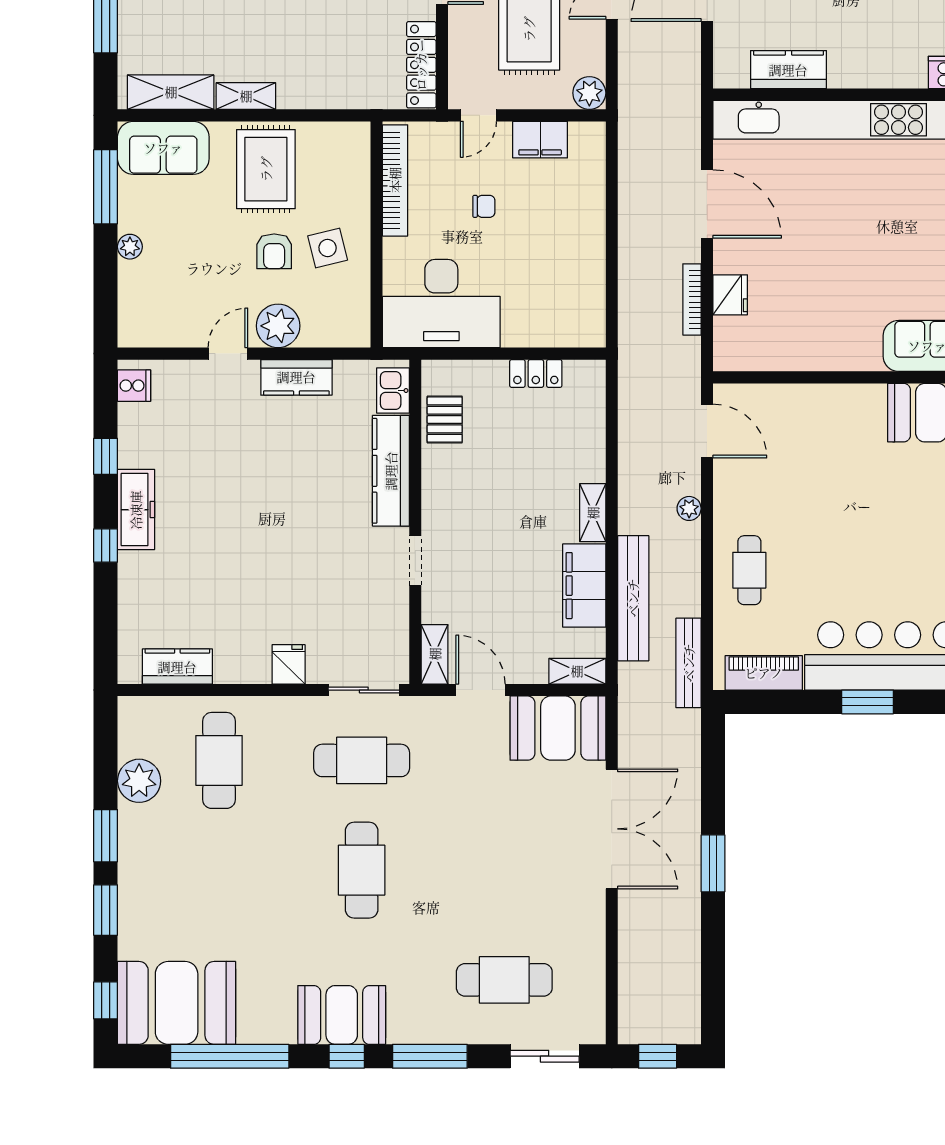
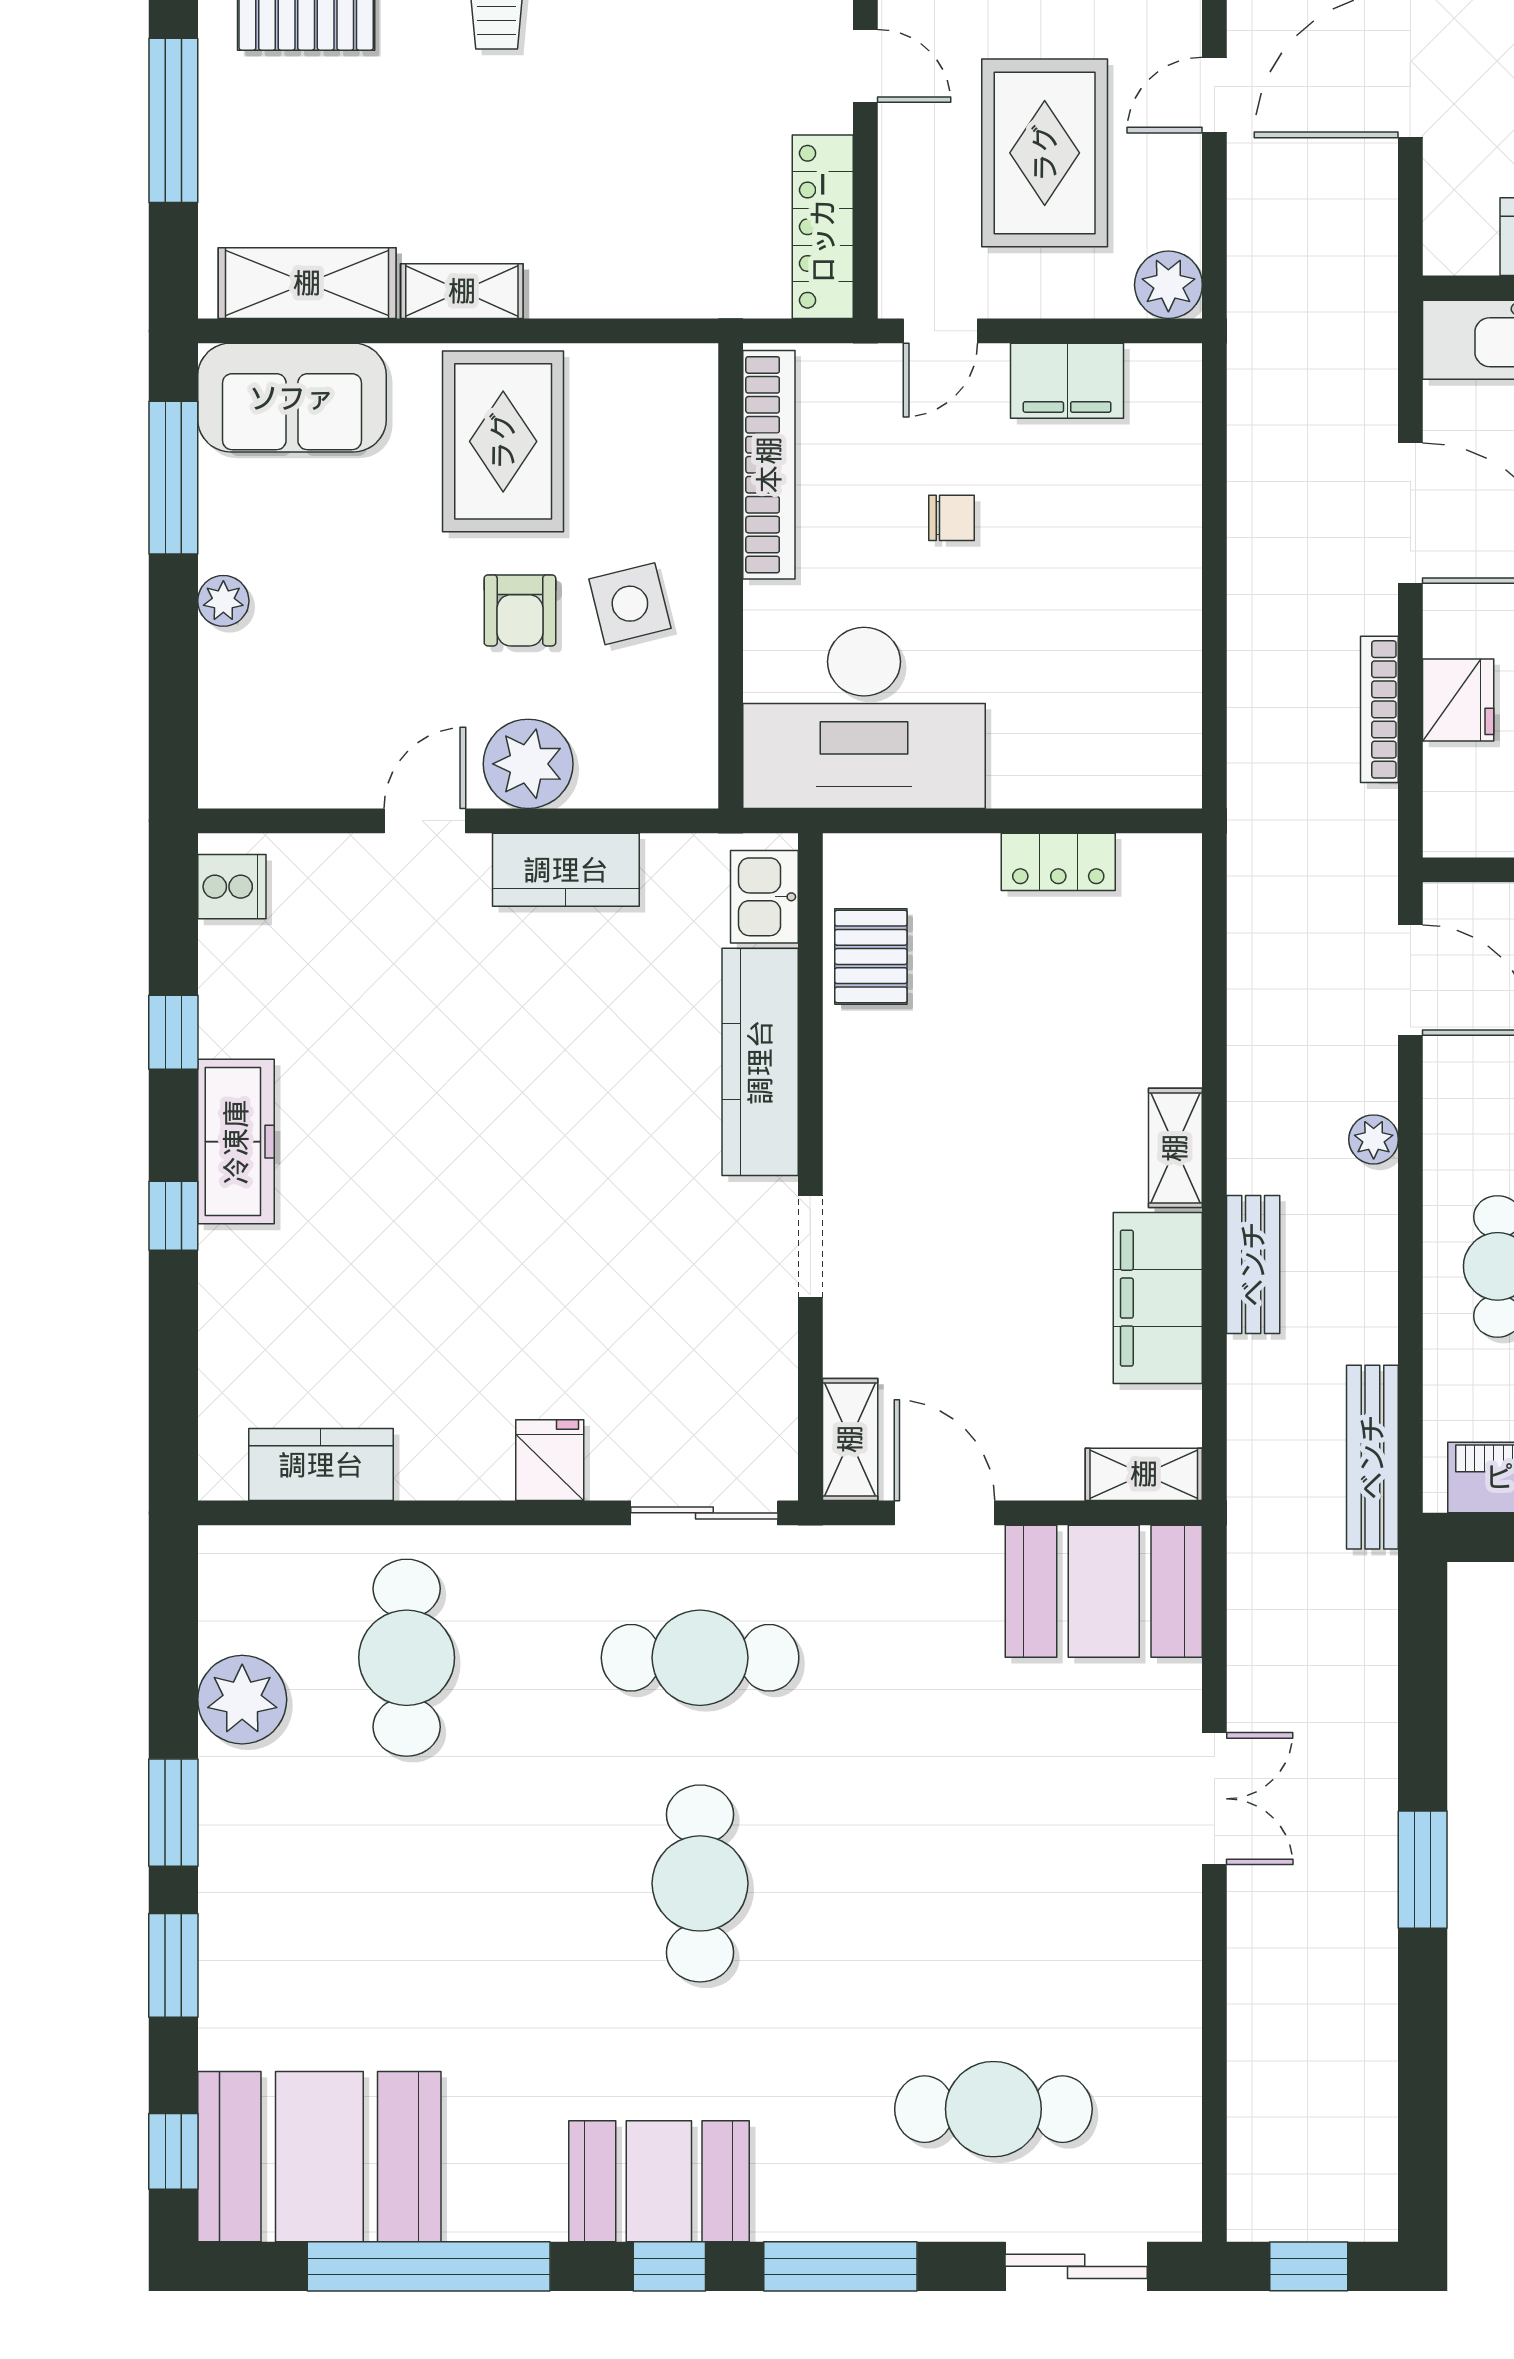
bench: (633, 598) -> (1253, 1264), width x0.54, depth x0.82
double door: (612, 829) -> (1214, 1799), width x0.54

